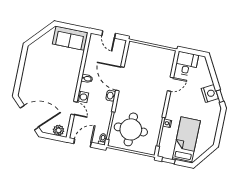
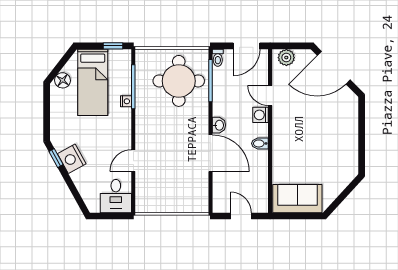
floor lamp: (205, 145) -> (62, 80), added

